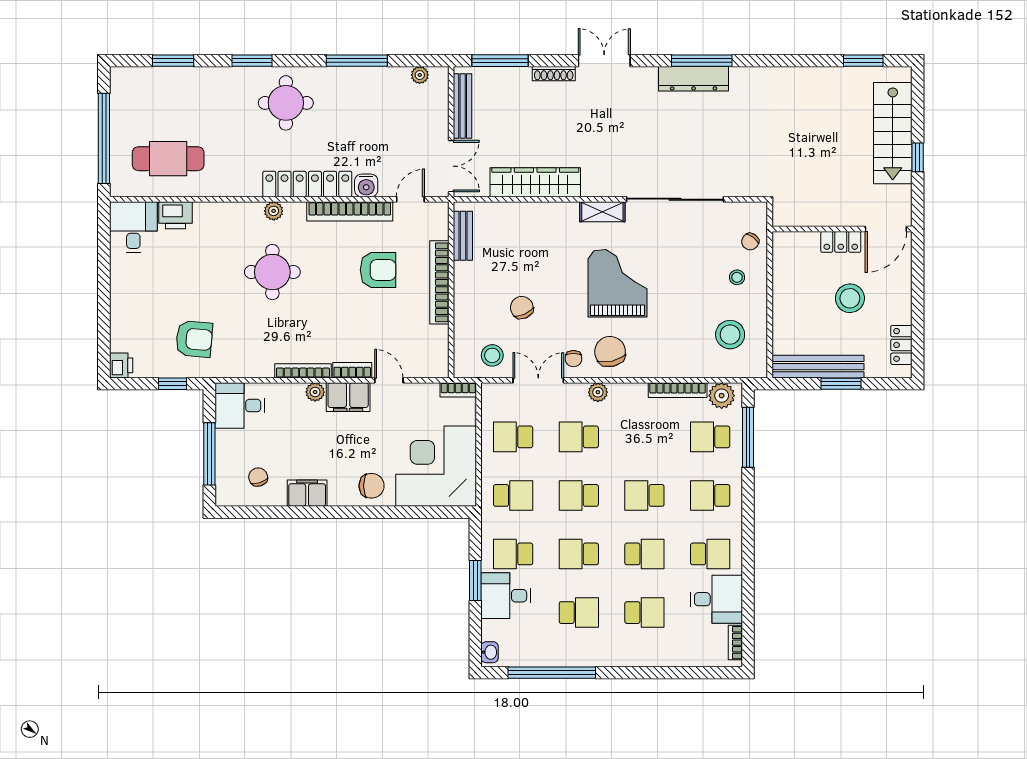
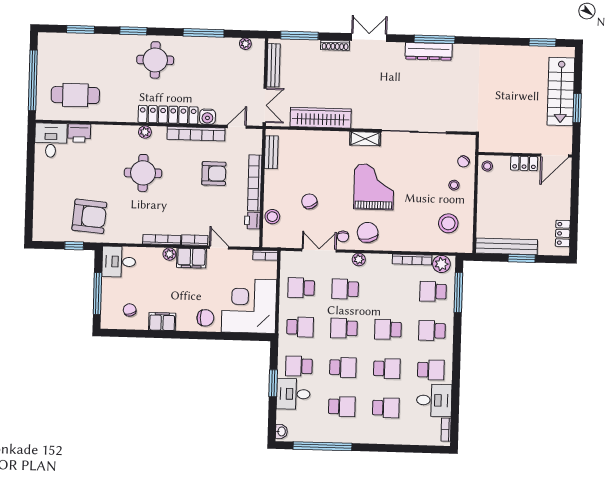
window: (918, 157) -> (577, 108), width x1.50
stool: (850, 298) -> (487, 166), moved, width x0.53, depth x0.53
armchair: (194, 339) -> (89, 216), width x1.36, depth x1.36
stool: (492, 355) -> (272, 217), moved
printer: (121, 365) -> (252, 221), moved, turned 180
school desk: (579, 554) -> (343, 367), turned 180

